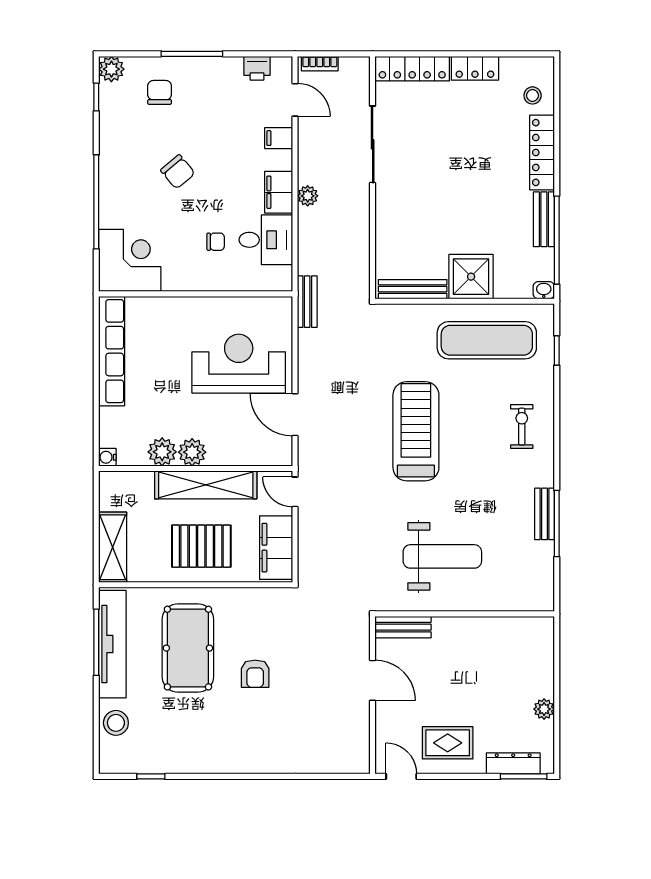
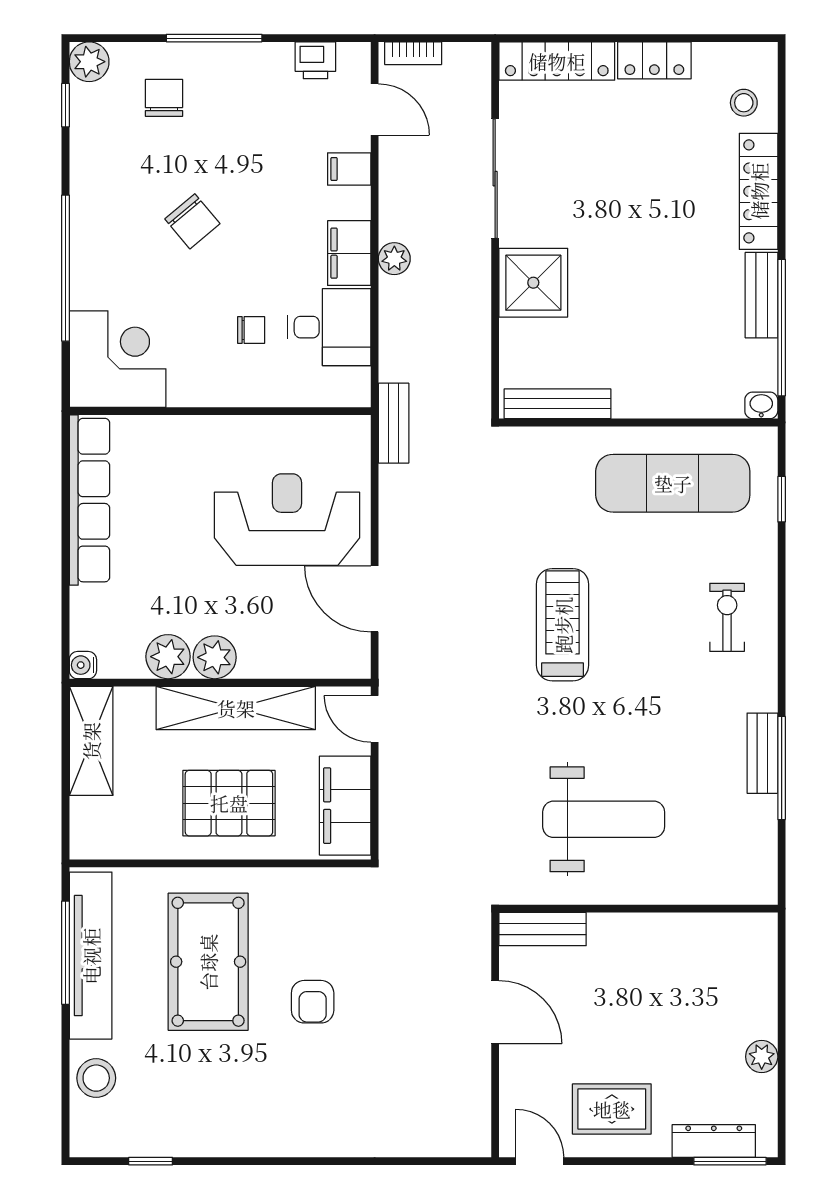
shower: (471, 277) -> (533, 283), moved
treadmill: (416, 431) -> (563, 625), width x0.73, depth x0.73
shelving: (113, 547) -> (91, 741), moved

